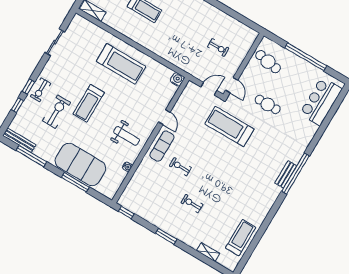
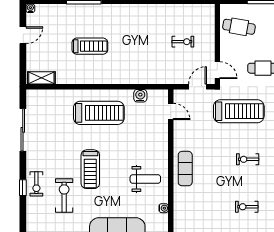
sliding door: (55, 42) -> (23, 130), width x1.37
water cooler: (177, 79) -> (140, 96), moved
window: (17, 105) -> (23, 212), removed
door: (164, 117) -> (171, 111), moved
treadmill: (229, 126) -> (239, 111), turned 180
exercise bike: (180, 167) -> (248, 159), moved

